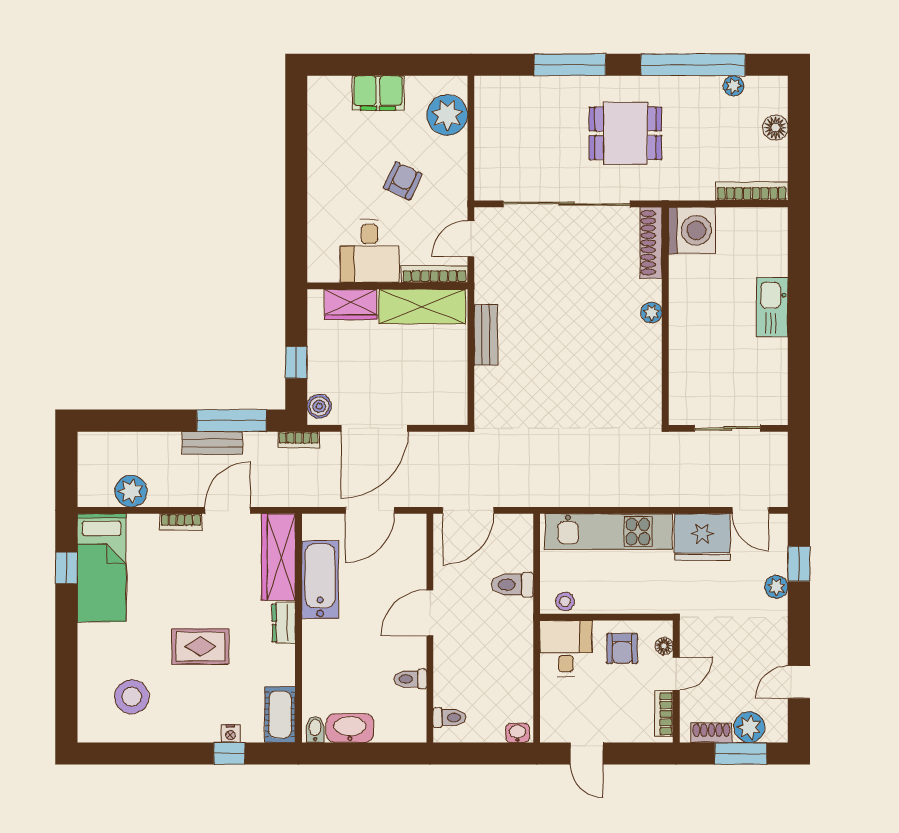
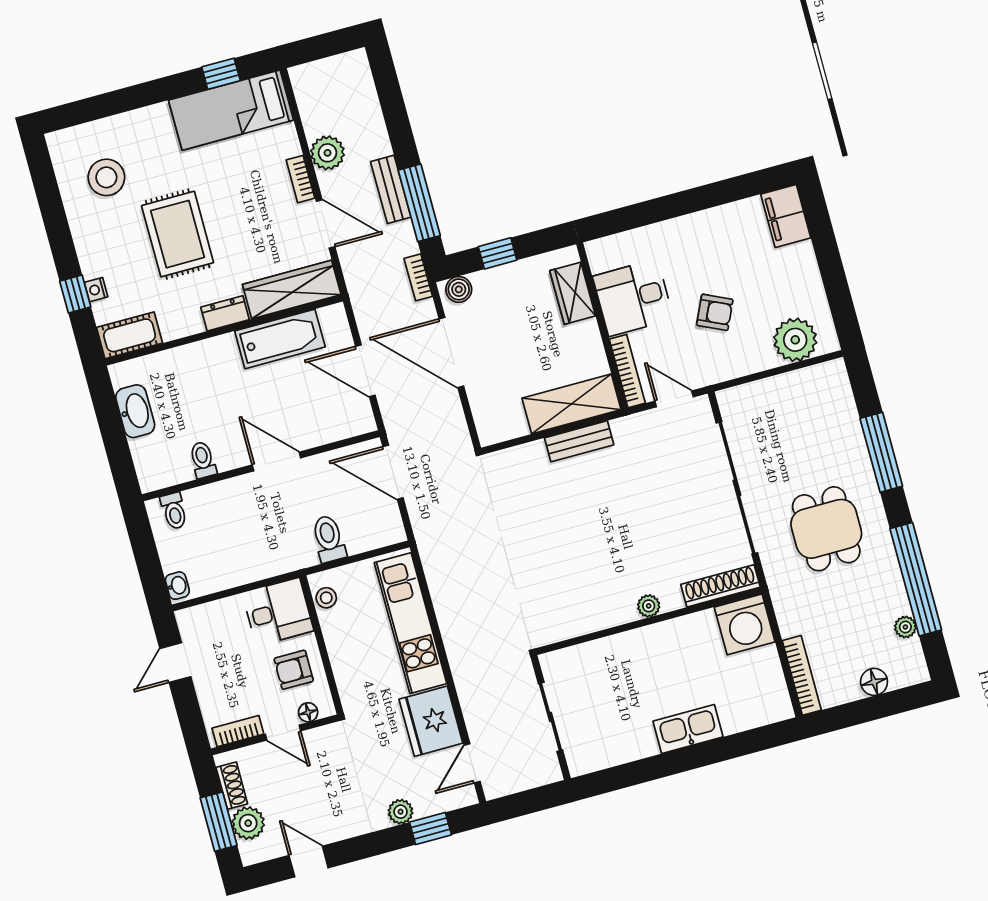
filing cabinet: (378, 93) -> (786, 216), moved
shelving: (422, 307) -> (572, 404), moved, turned 90
plant: (131, 491) -> (328, 153), moved
rug: (200, 646) -> (178, 234), width x1.36, depth x1.43
bidet: (315, 729) -> (124, 376), removed

